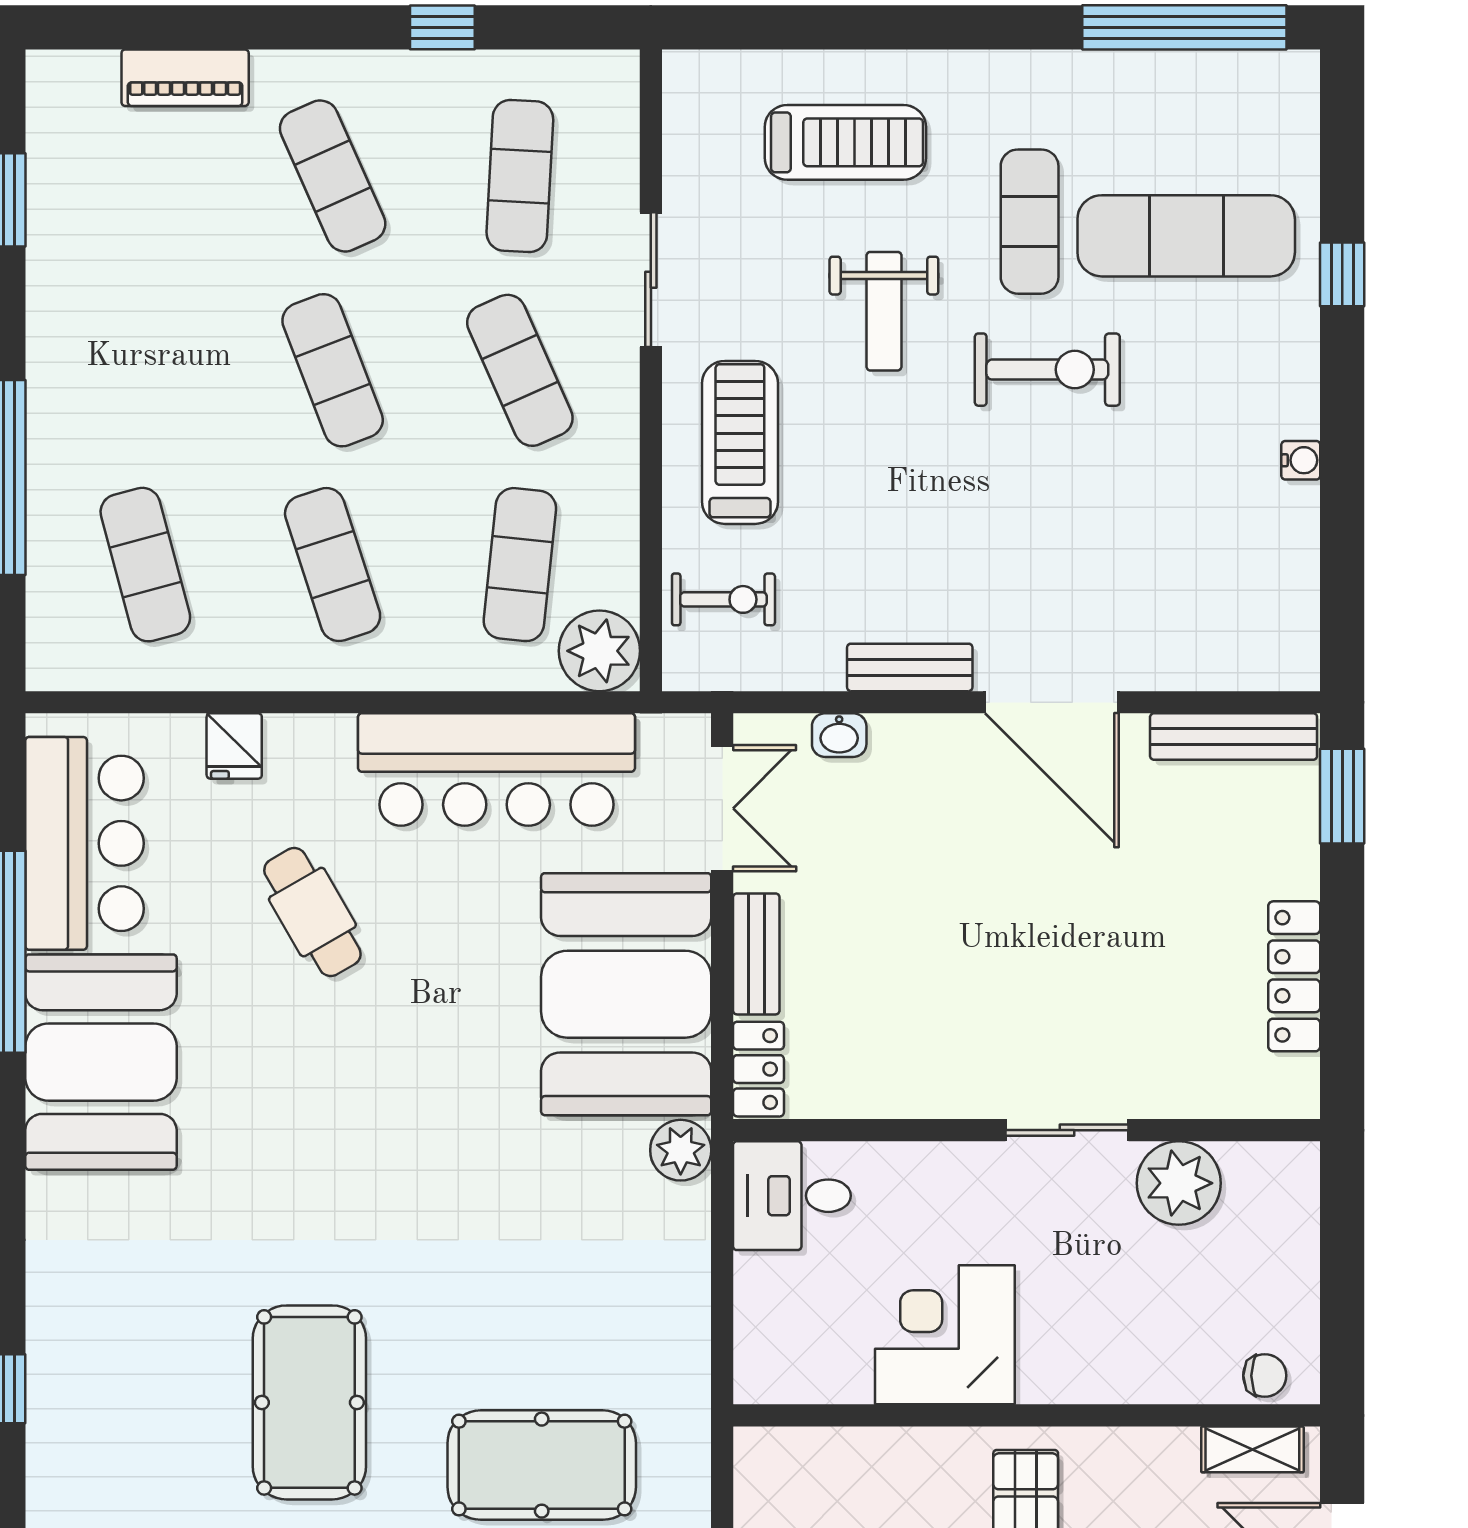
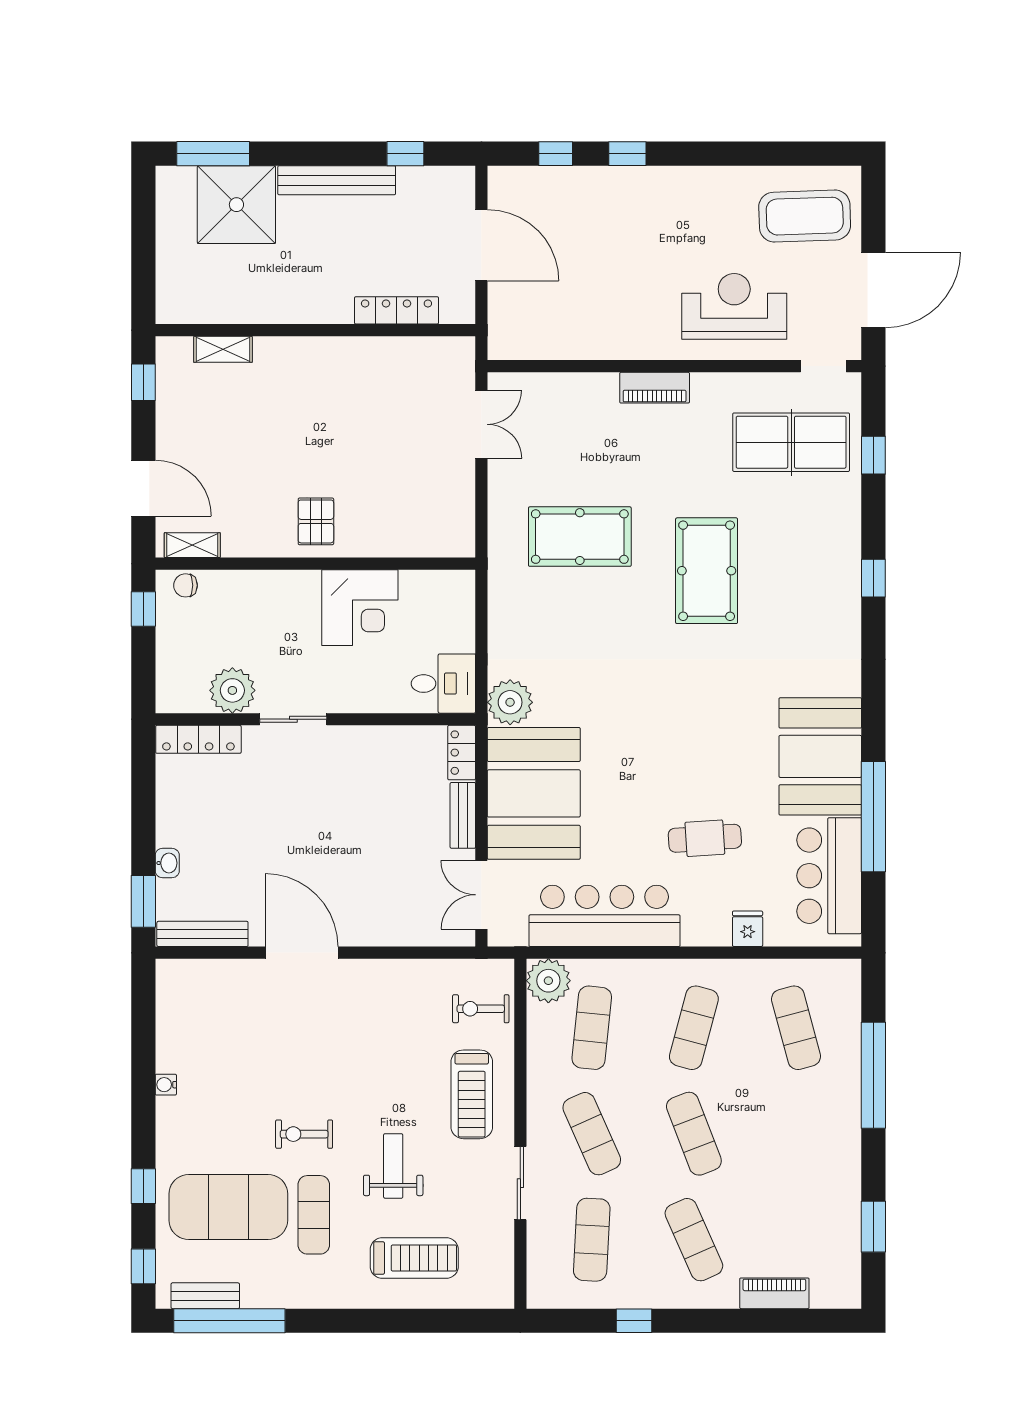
window: (1342, 127) -> (143, 1266), added
treadmill: (845, 142) -> (414, 1258), turned 180
exercise mat: (1186, 236) -> (228, 1207), width x1.47
exercise bike: (1047, 370) -> (304, 1134), width x0.73, depth x0.72
exercise mat: (333, 565) -> (694, 1028), turned 33
bench: (910, 667) -> (205, 1296), moved
washbasin: (839, 735) -> (167, 863), moved, turned 90
cafe table: (312, 912) -> (705, 838), turned -64
locker: (1294, 976) -> (198, 739), moved, turned 90
plant: (681, 1150) -> (510, 702), width x1.36, depth x1.36
window: (1342, 1332) -> (143, 609), added

